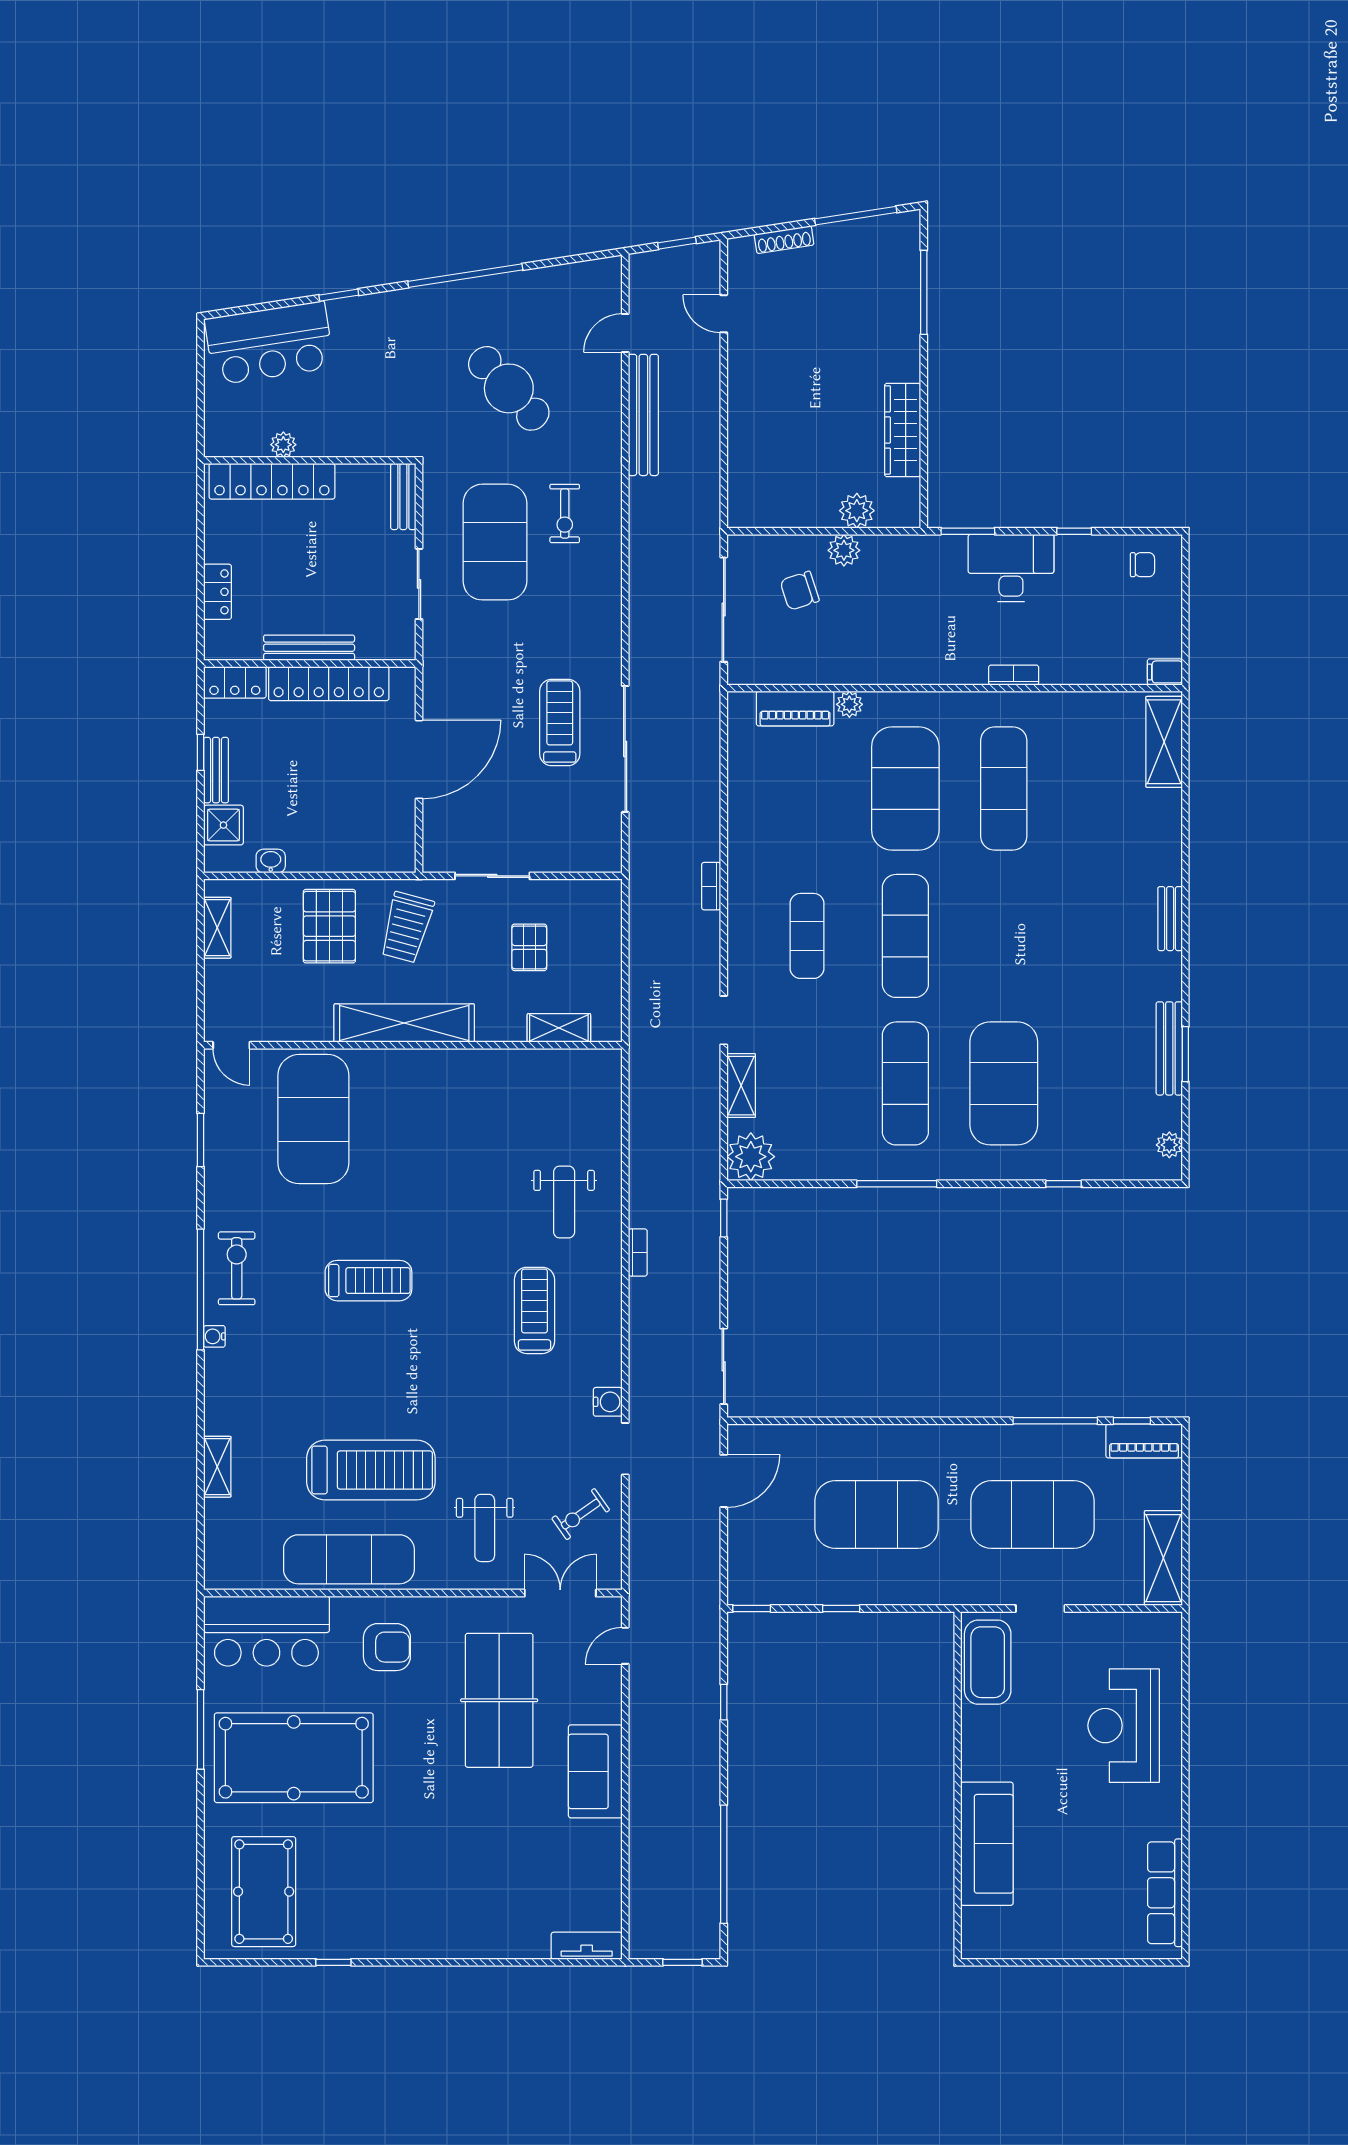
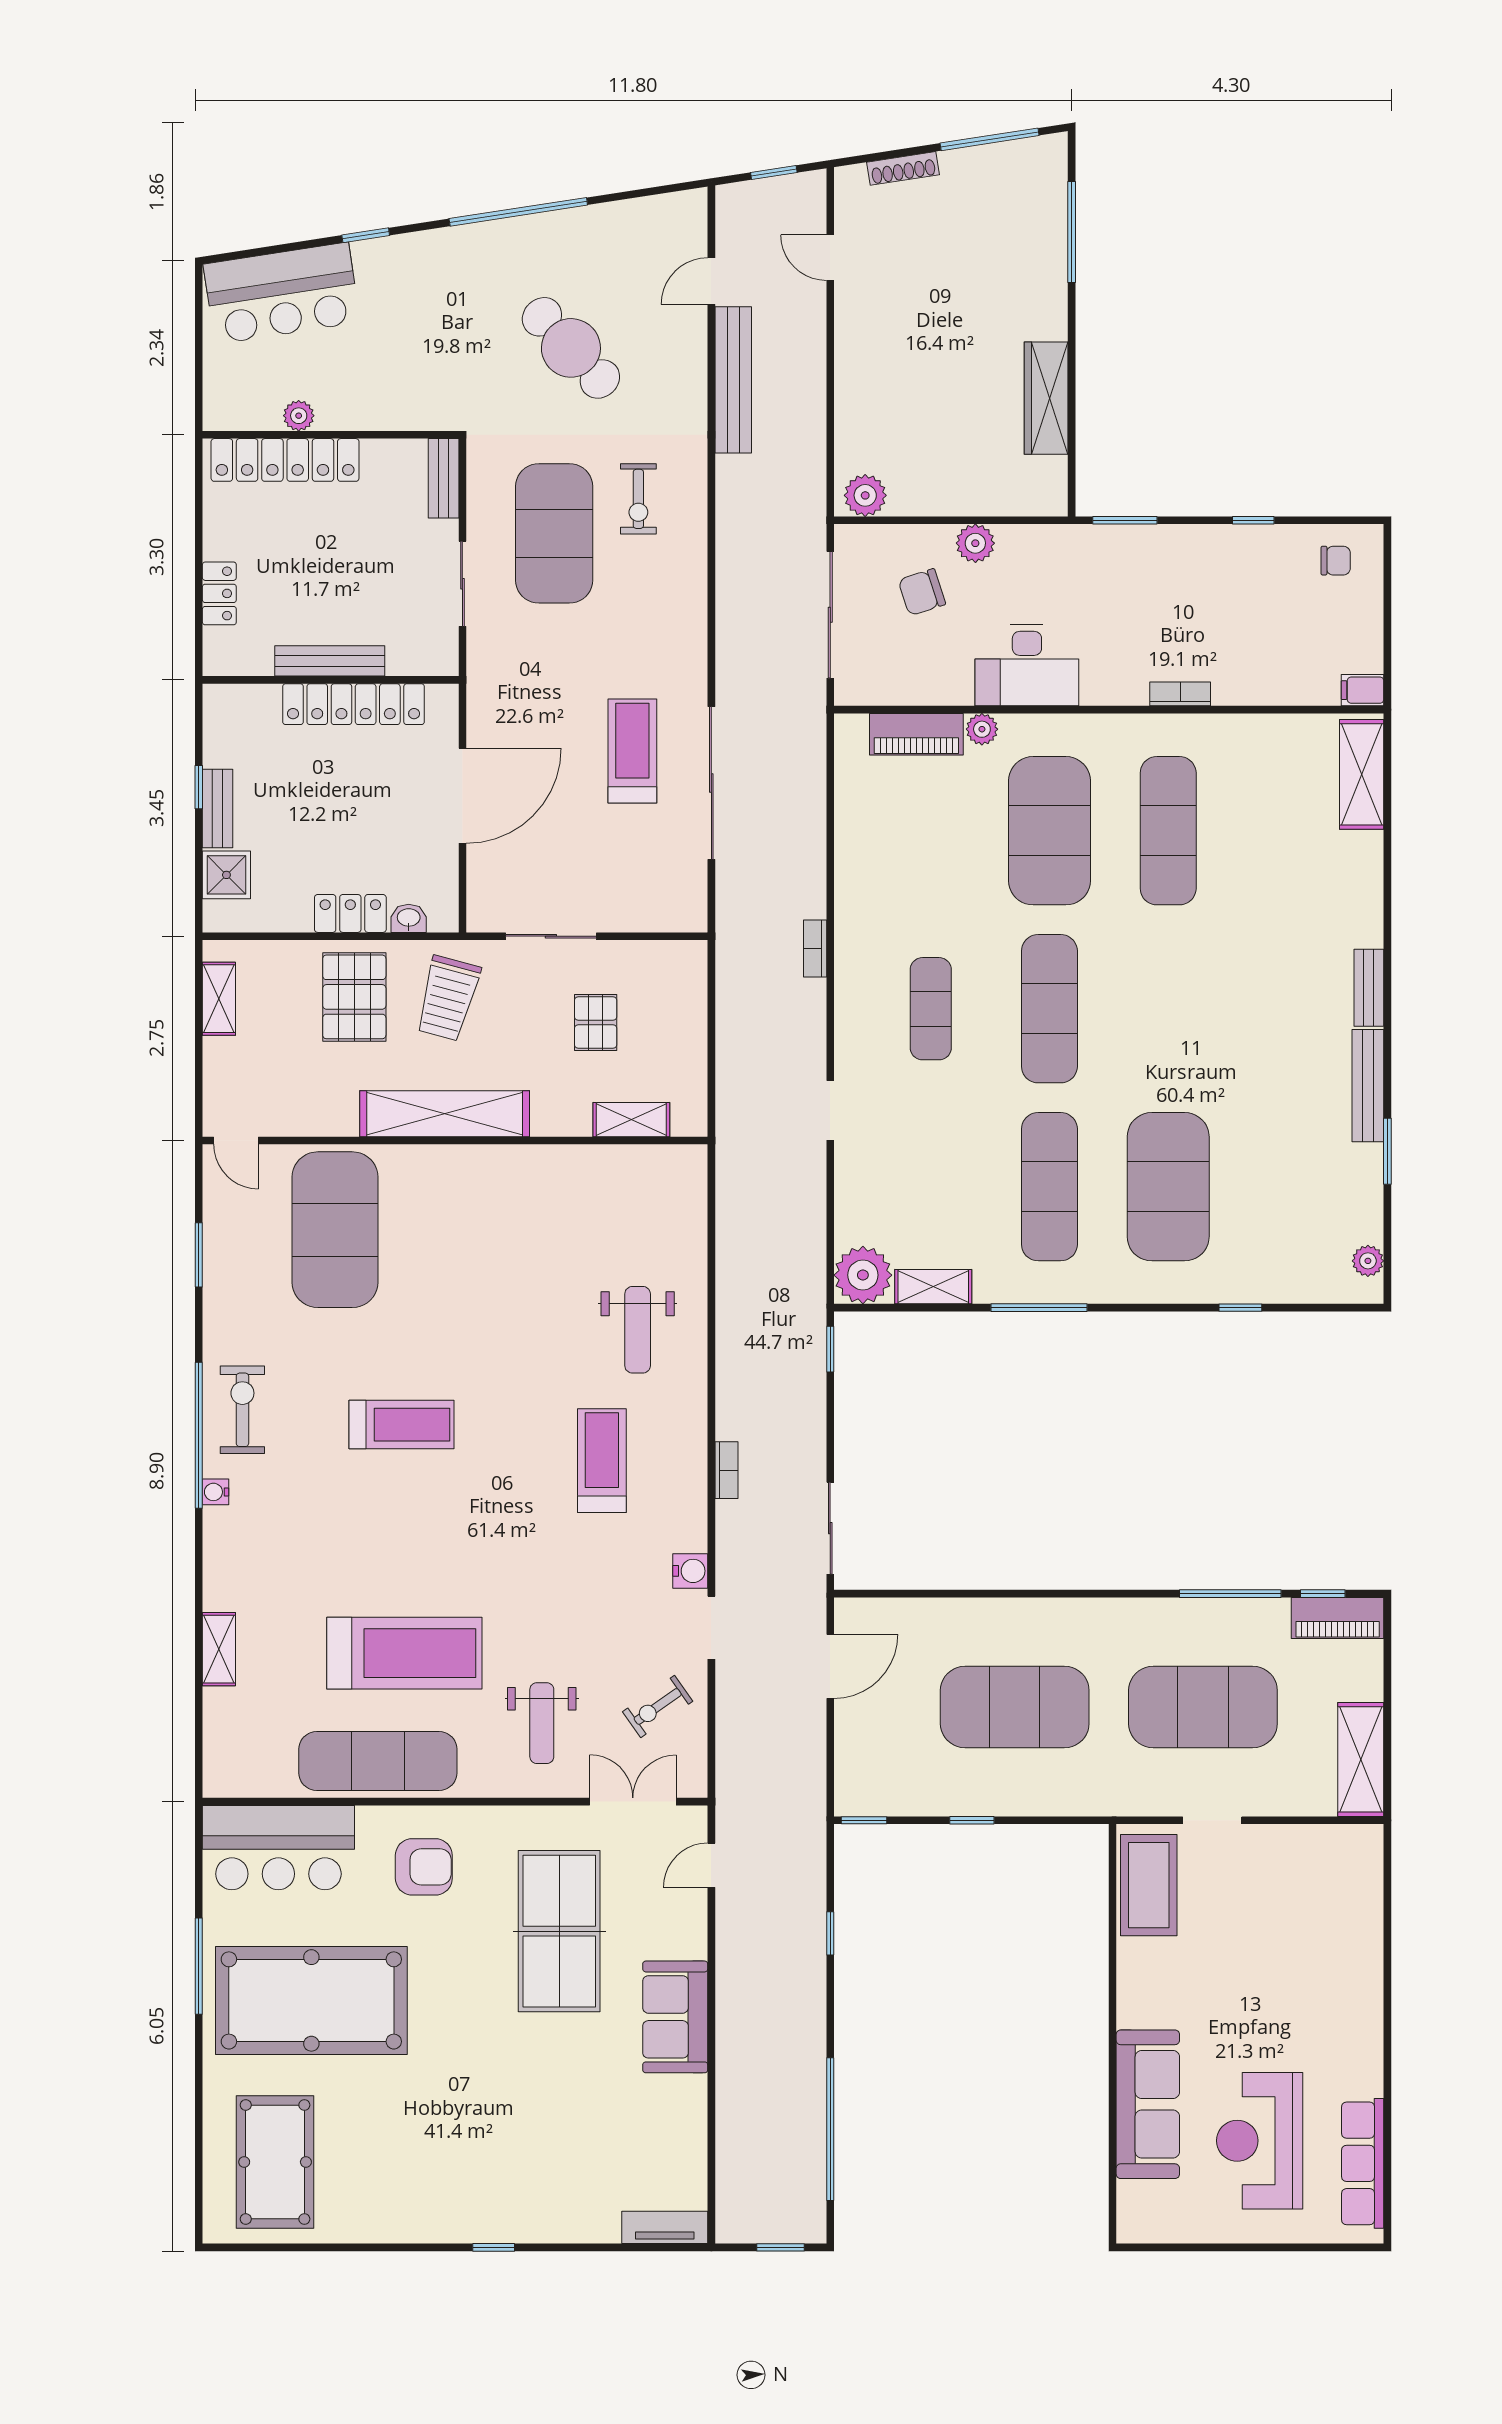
plant: (857, 511) -> (865, 495), moved
desk: (1011, 568) -> (1027, 665), moved, turned 180
locker: (235, 682) -> (350, 913), moved, turned 180
washbasin: (271, 861) -> (409, 918), moved
bench: (1169, 1048) -> (1368, 1086), moved
shelving: (741, 1086) -> (933, 1287), moved, turned 90
bookcase: (638, 1252) -> (726, 1470), moved
reception desk: (1124, 1726) -> (1260, 2141), moved
window: (333, 1962) -> (494, 2247), moved

